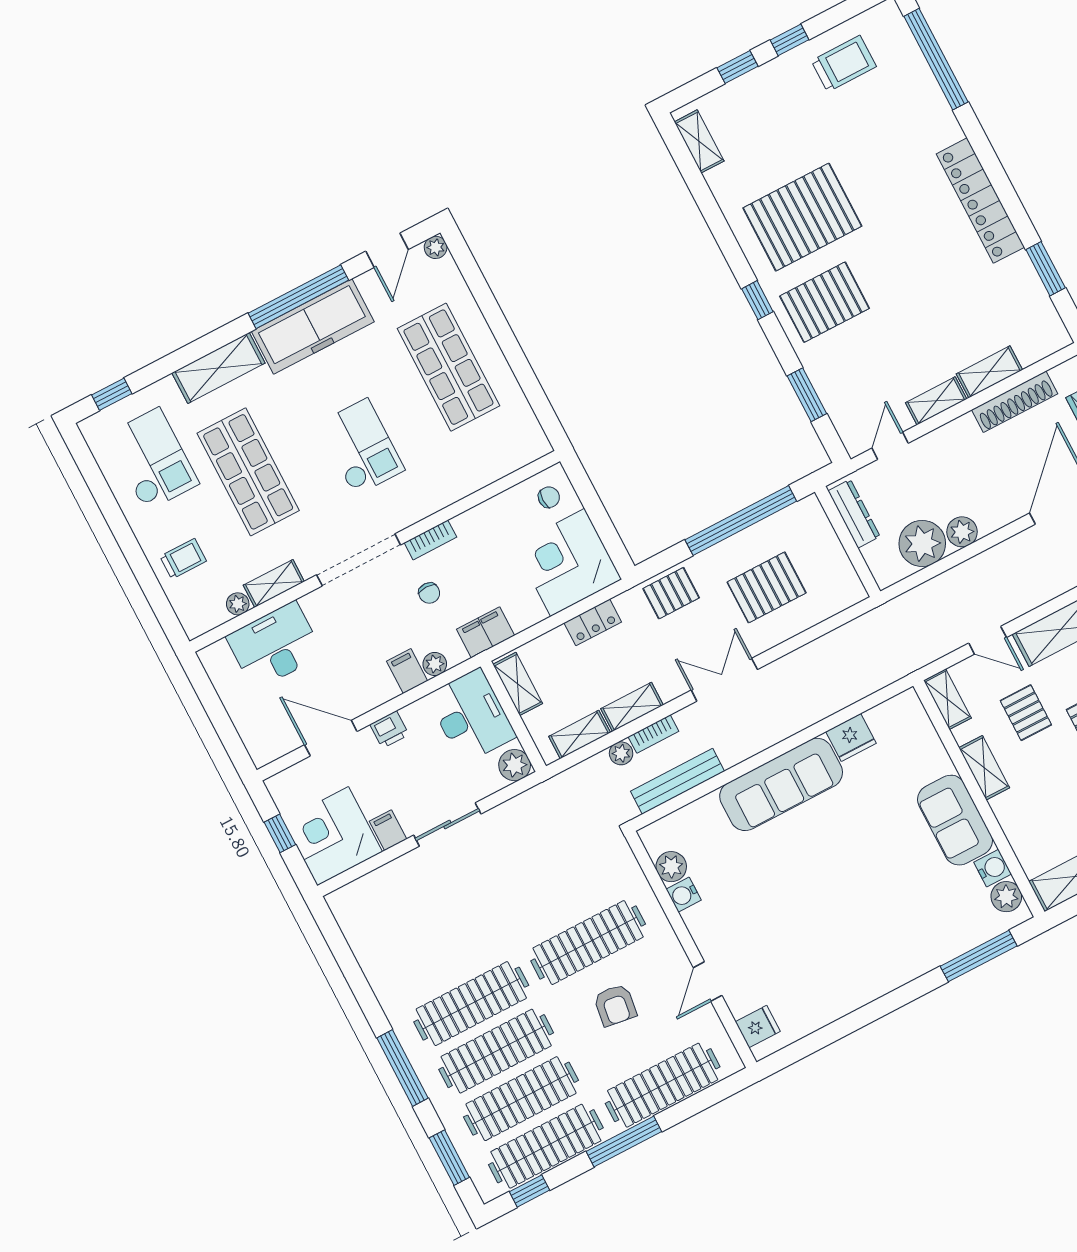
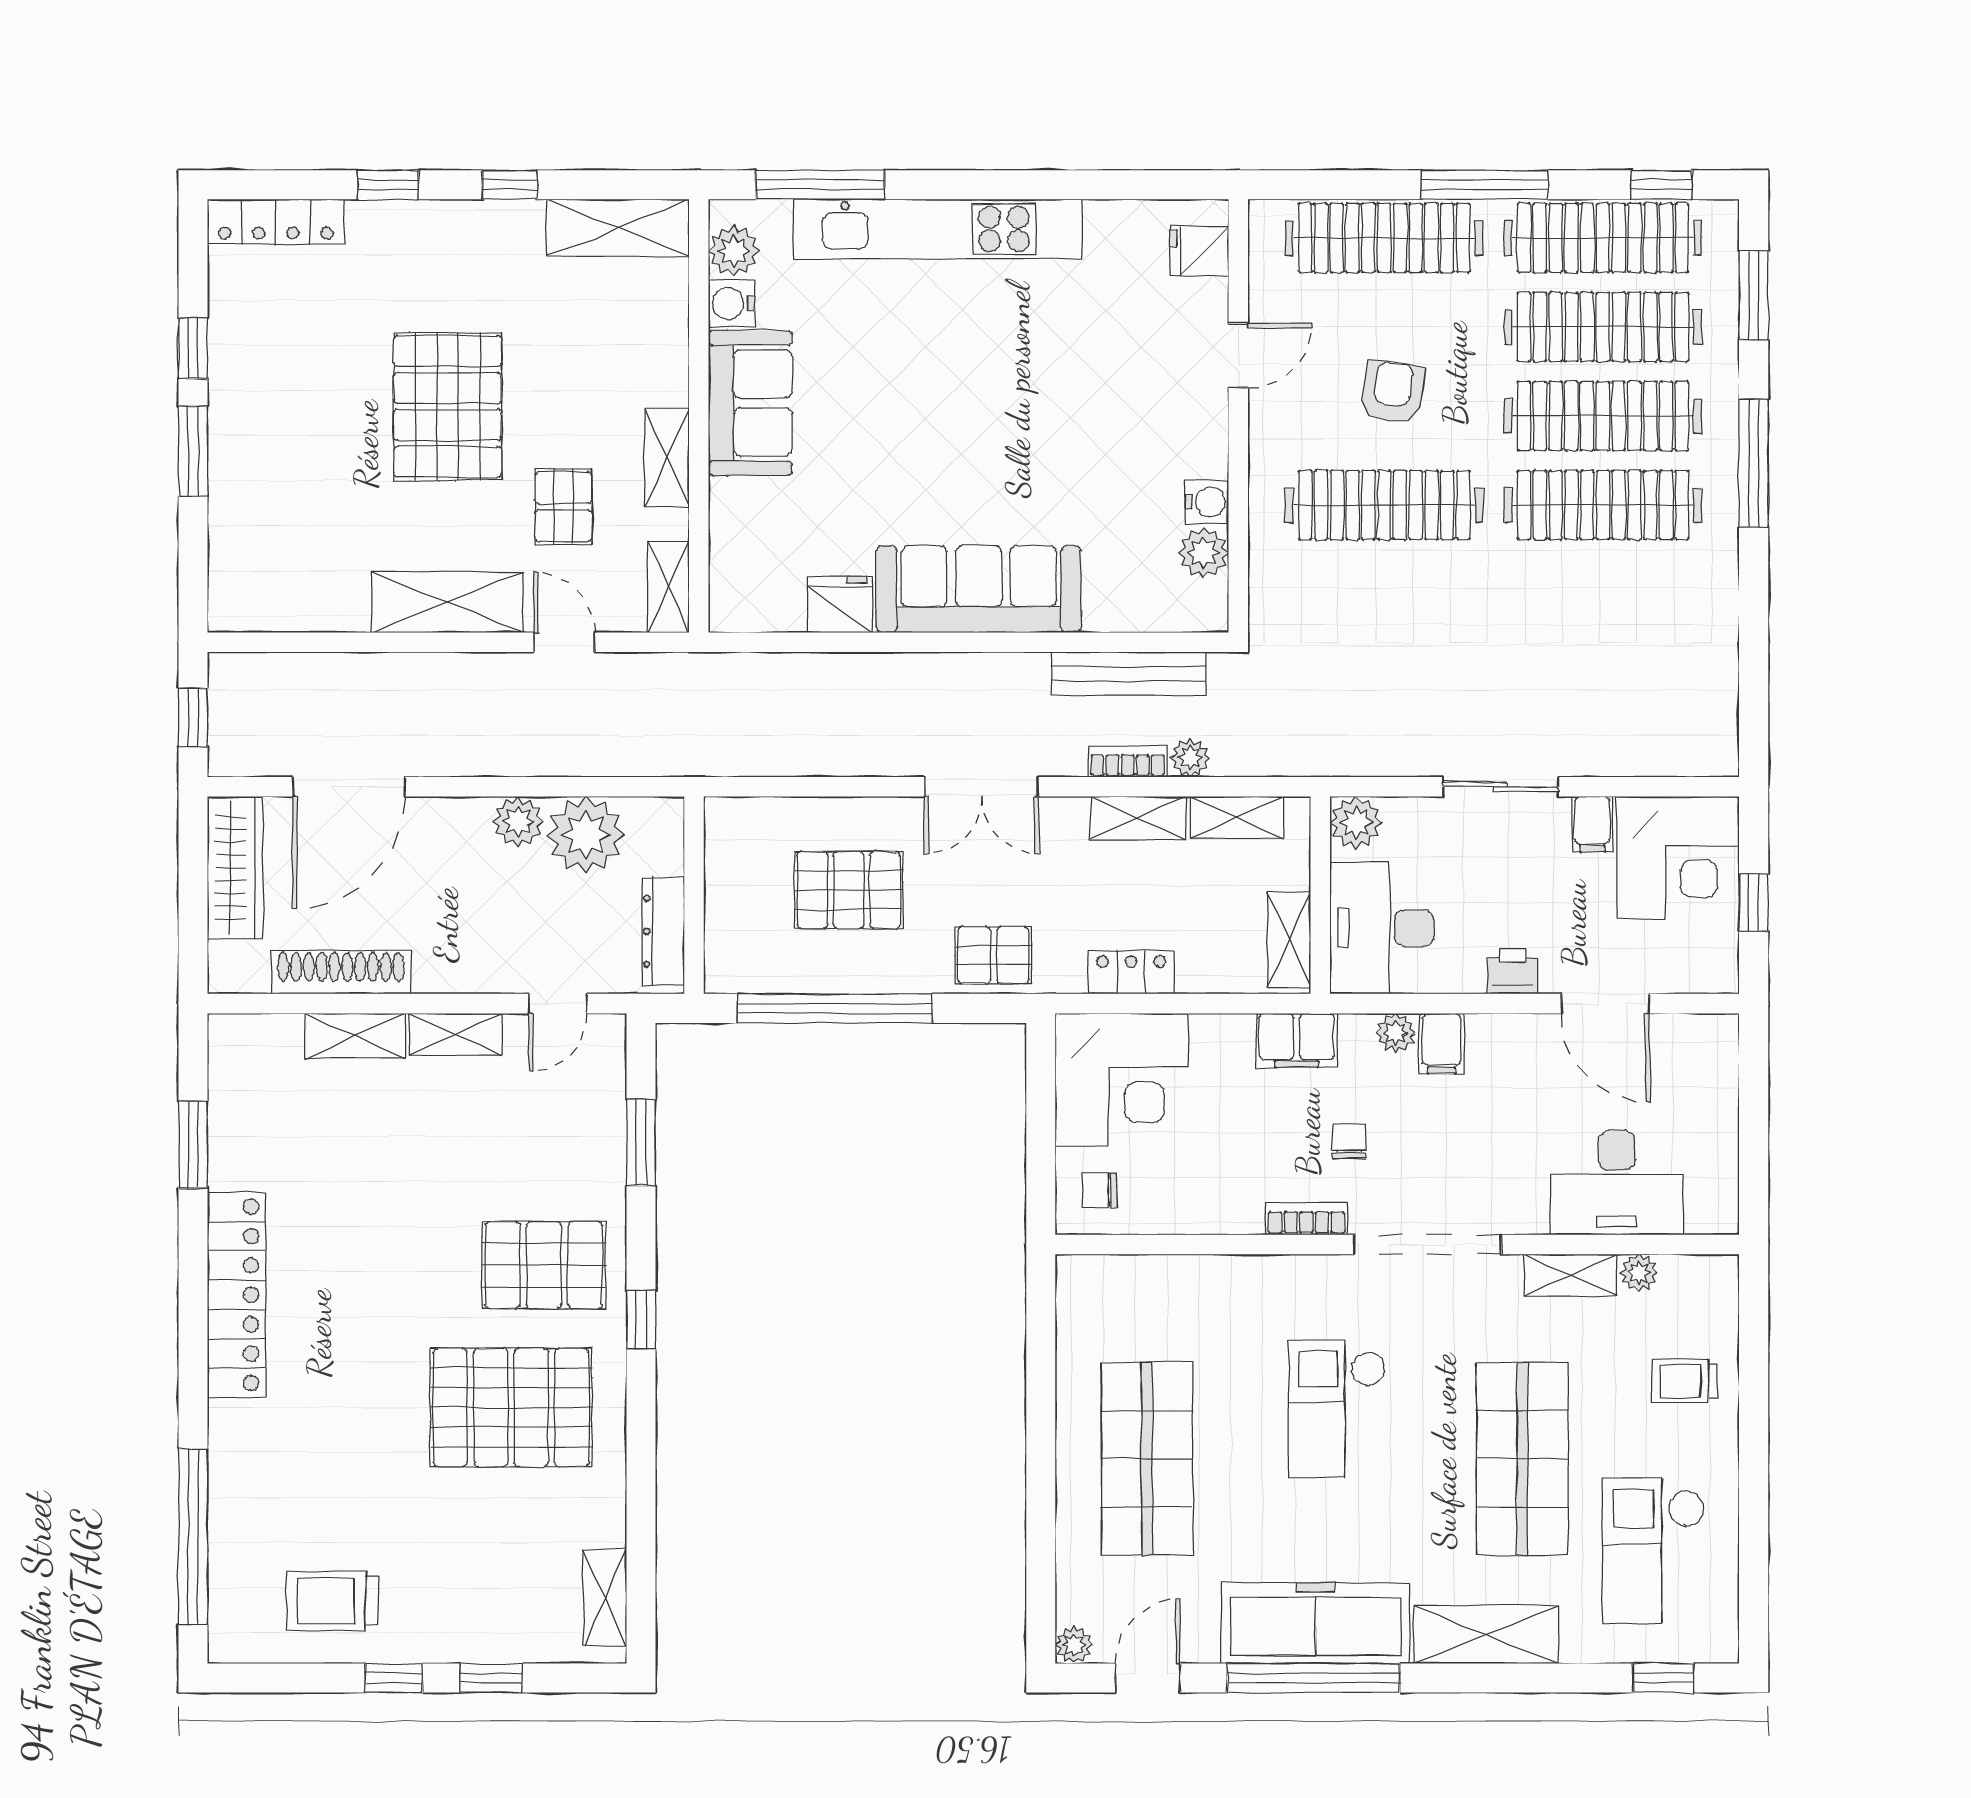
kitchen unit: (904, 965) -> (937, 229), added

